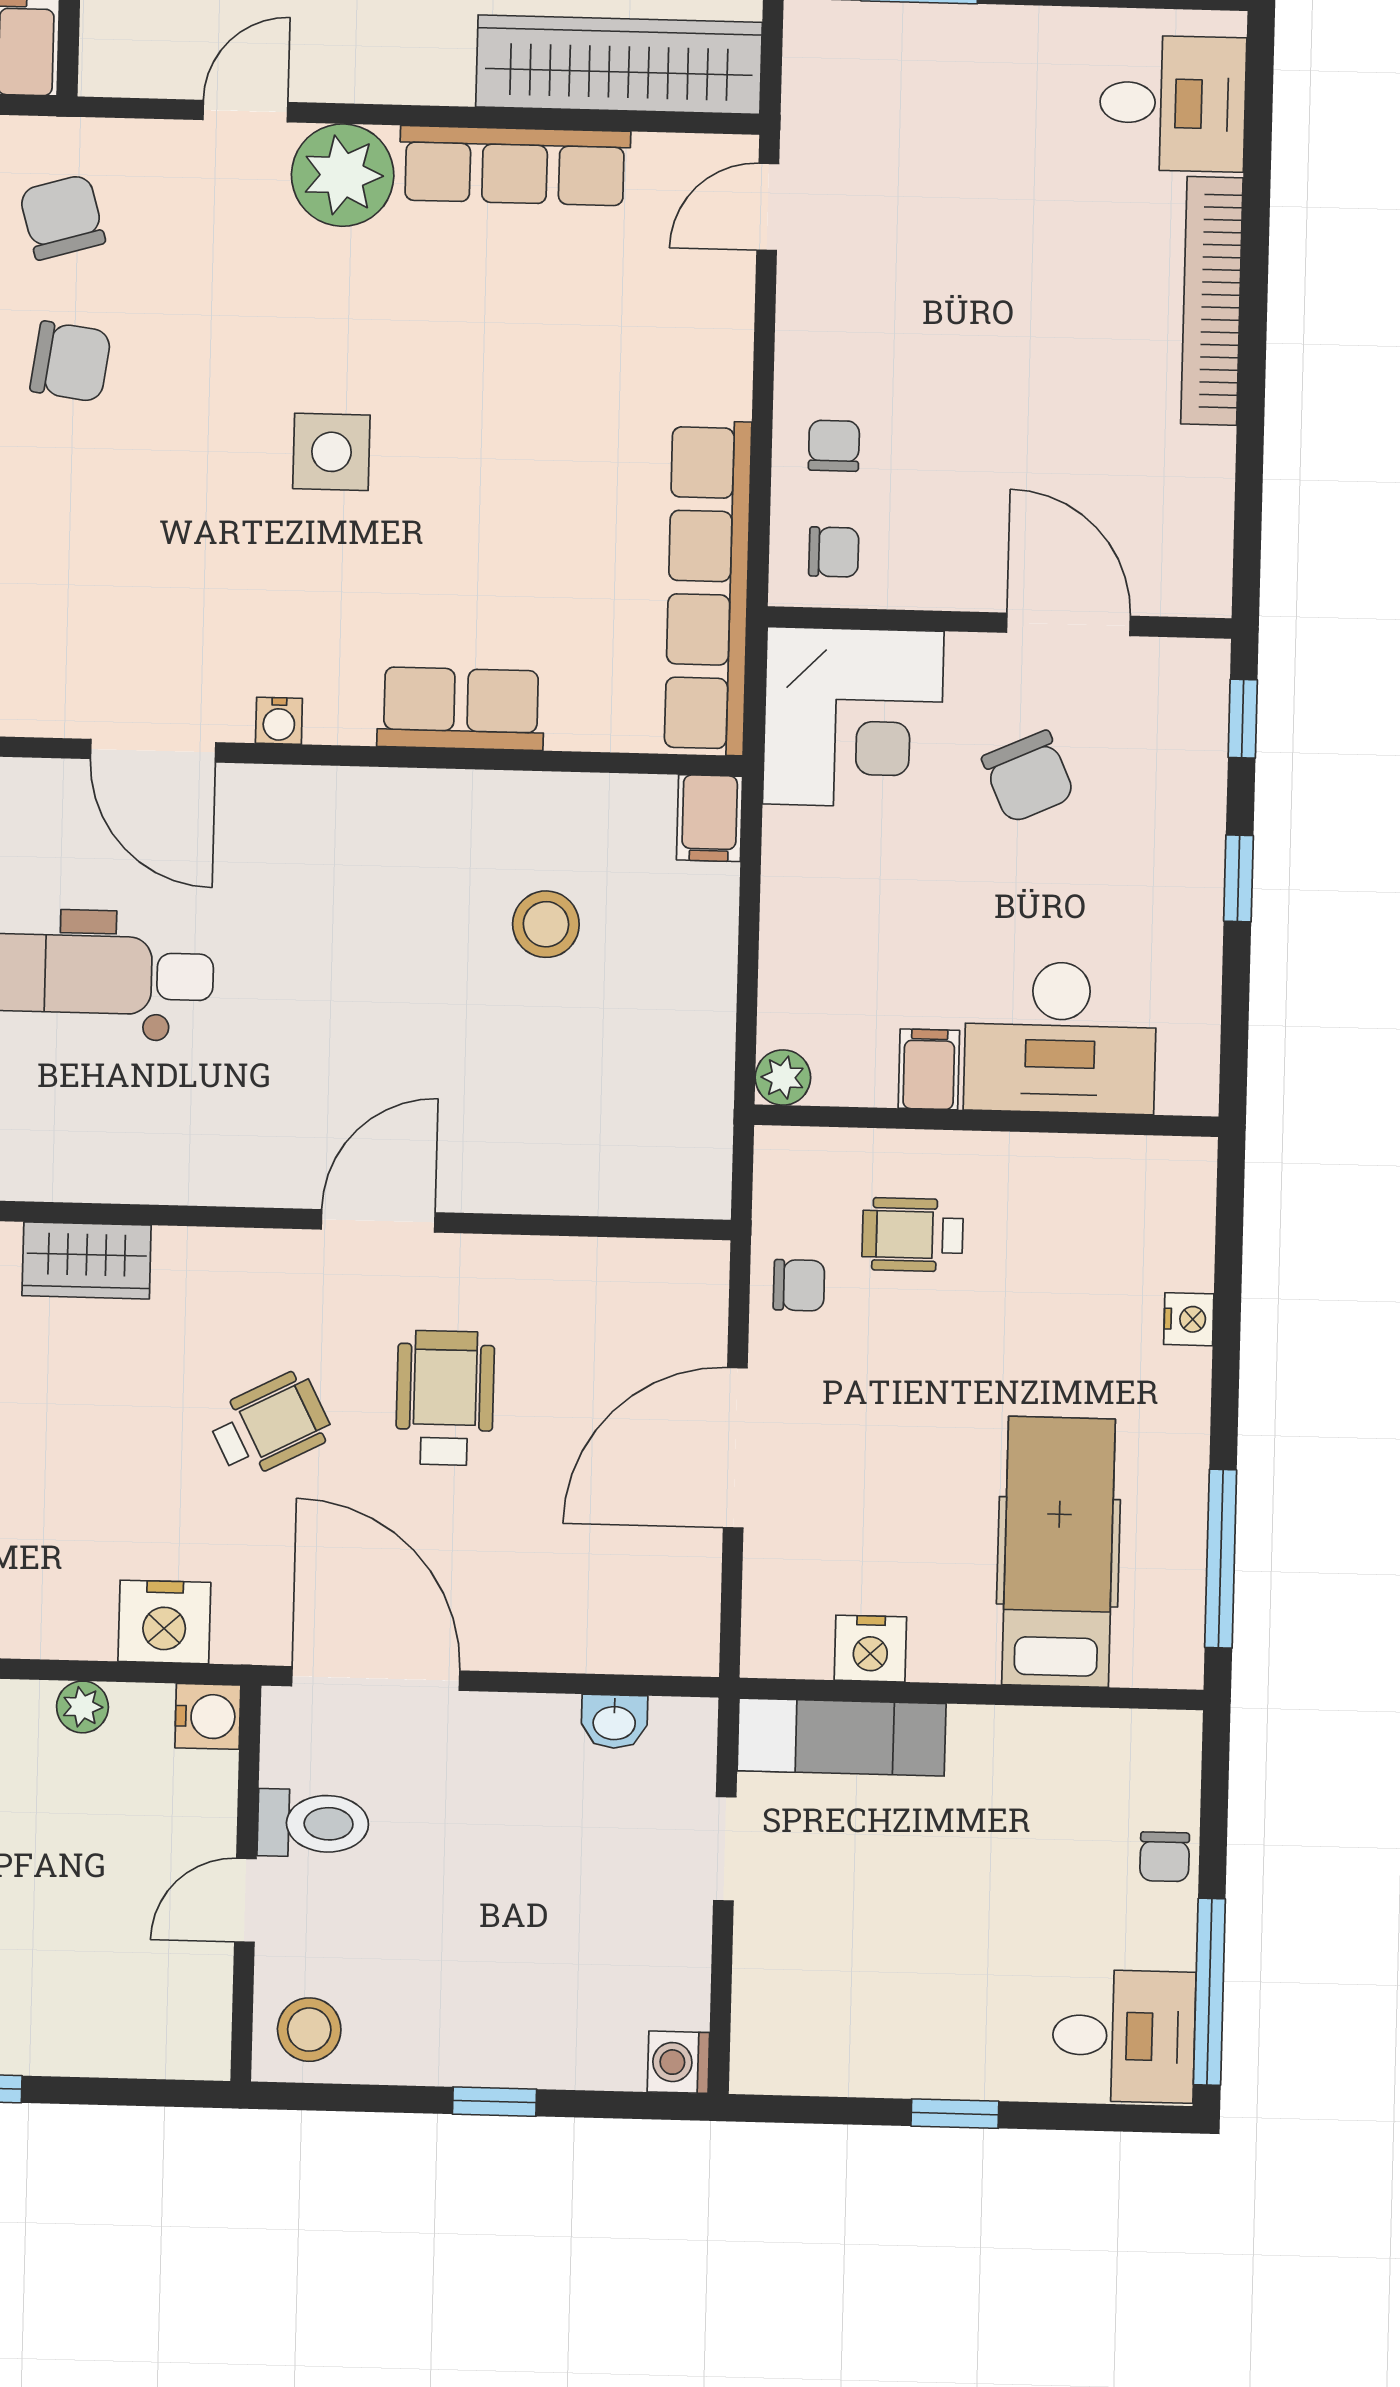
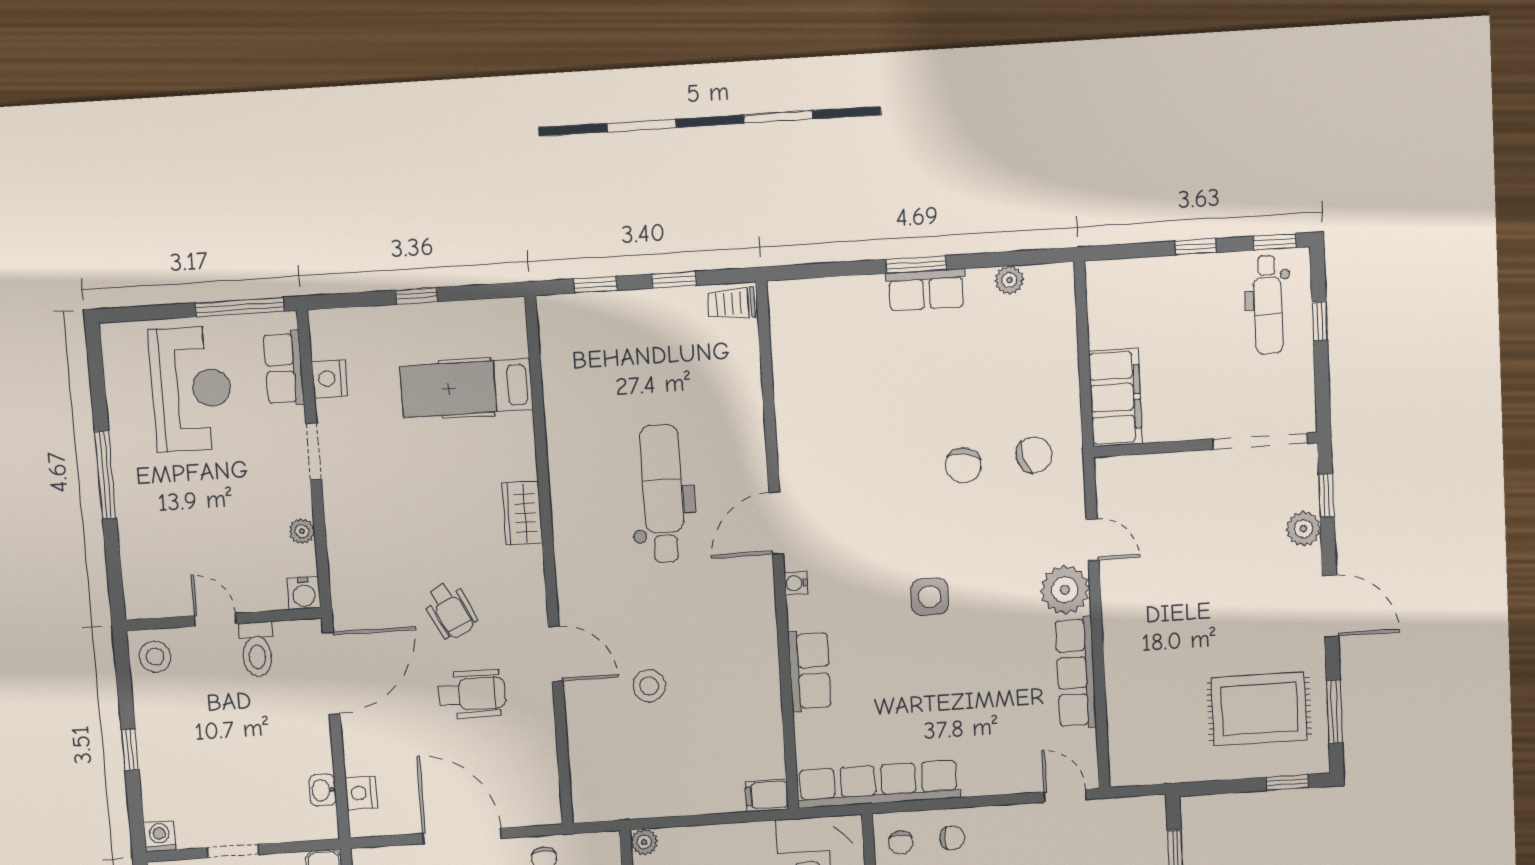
wardrobe: (619, 65) -> (1128, 718), removed
stool: (546, 924) -> (649, 686), moved
nightstand: (164, 1622) -> (361, 793), moved, width x0.74, depth x0.75
doorway: (725, 1849) -> (233, 851), moved

